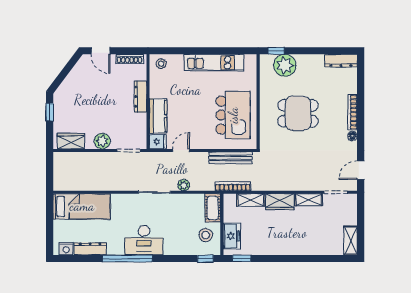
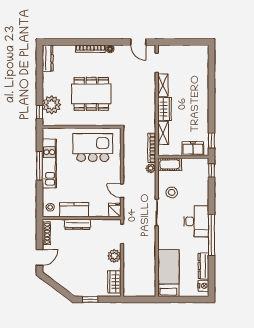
window: (211, 51) -> (40, 166), added
dining table: (298, 113) -> (91, 94), width x1.38
kitchen counter: (158, 116) -> (74, 210), moved
bench: (230, 158) -> (128, 150), removed
plant: (184, 185) -> (151, 168), moved
stool: (206, 235) -> (172, 192), moved
shelving: (351, 240) -> (197, 50), removed

